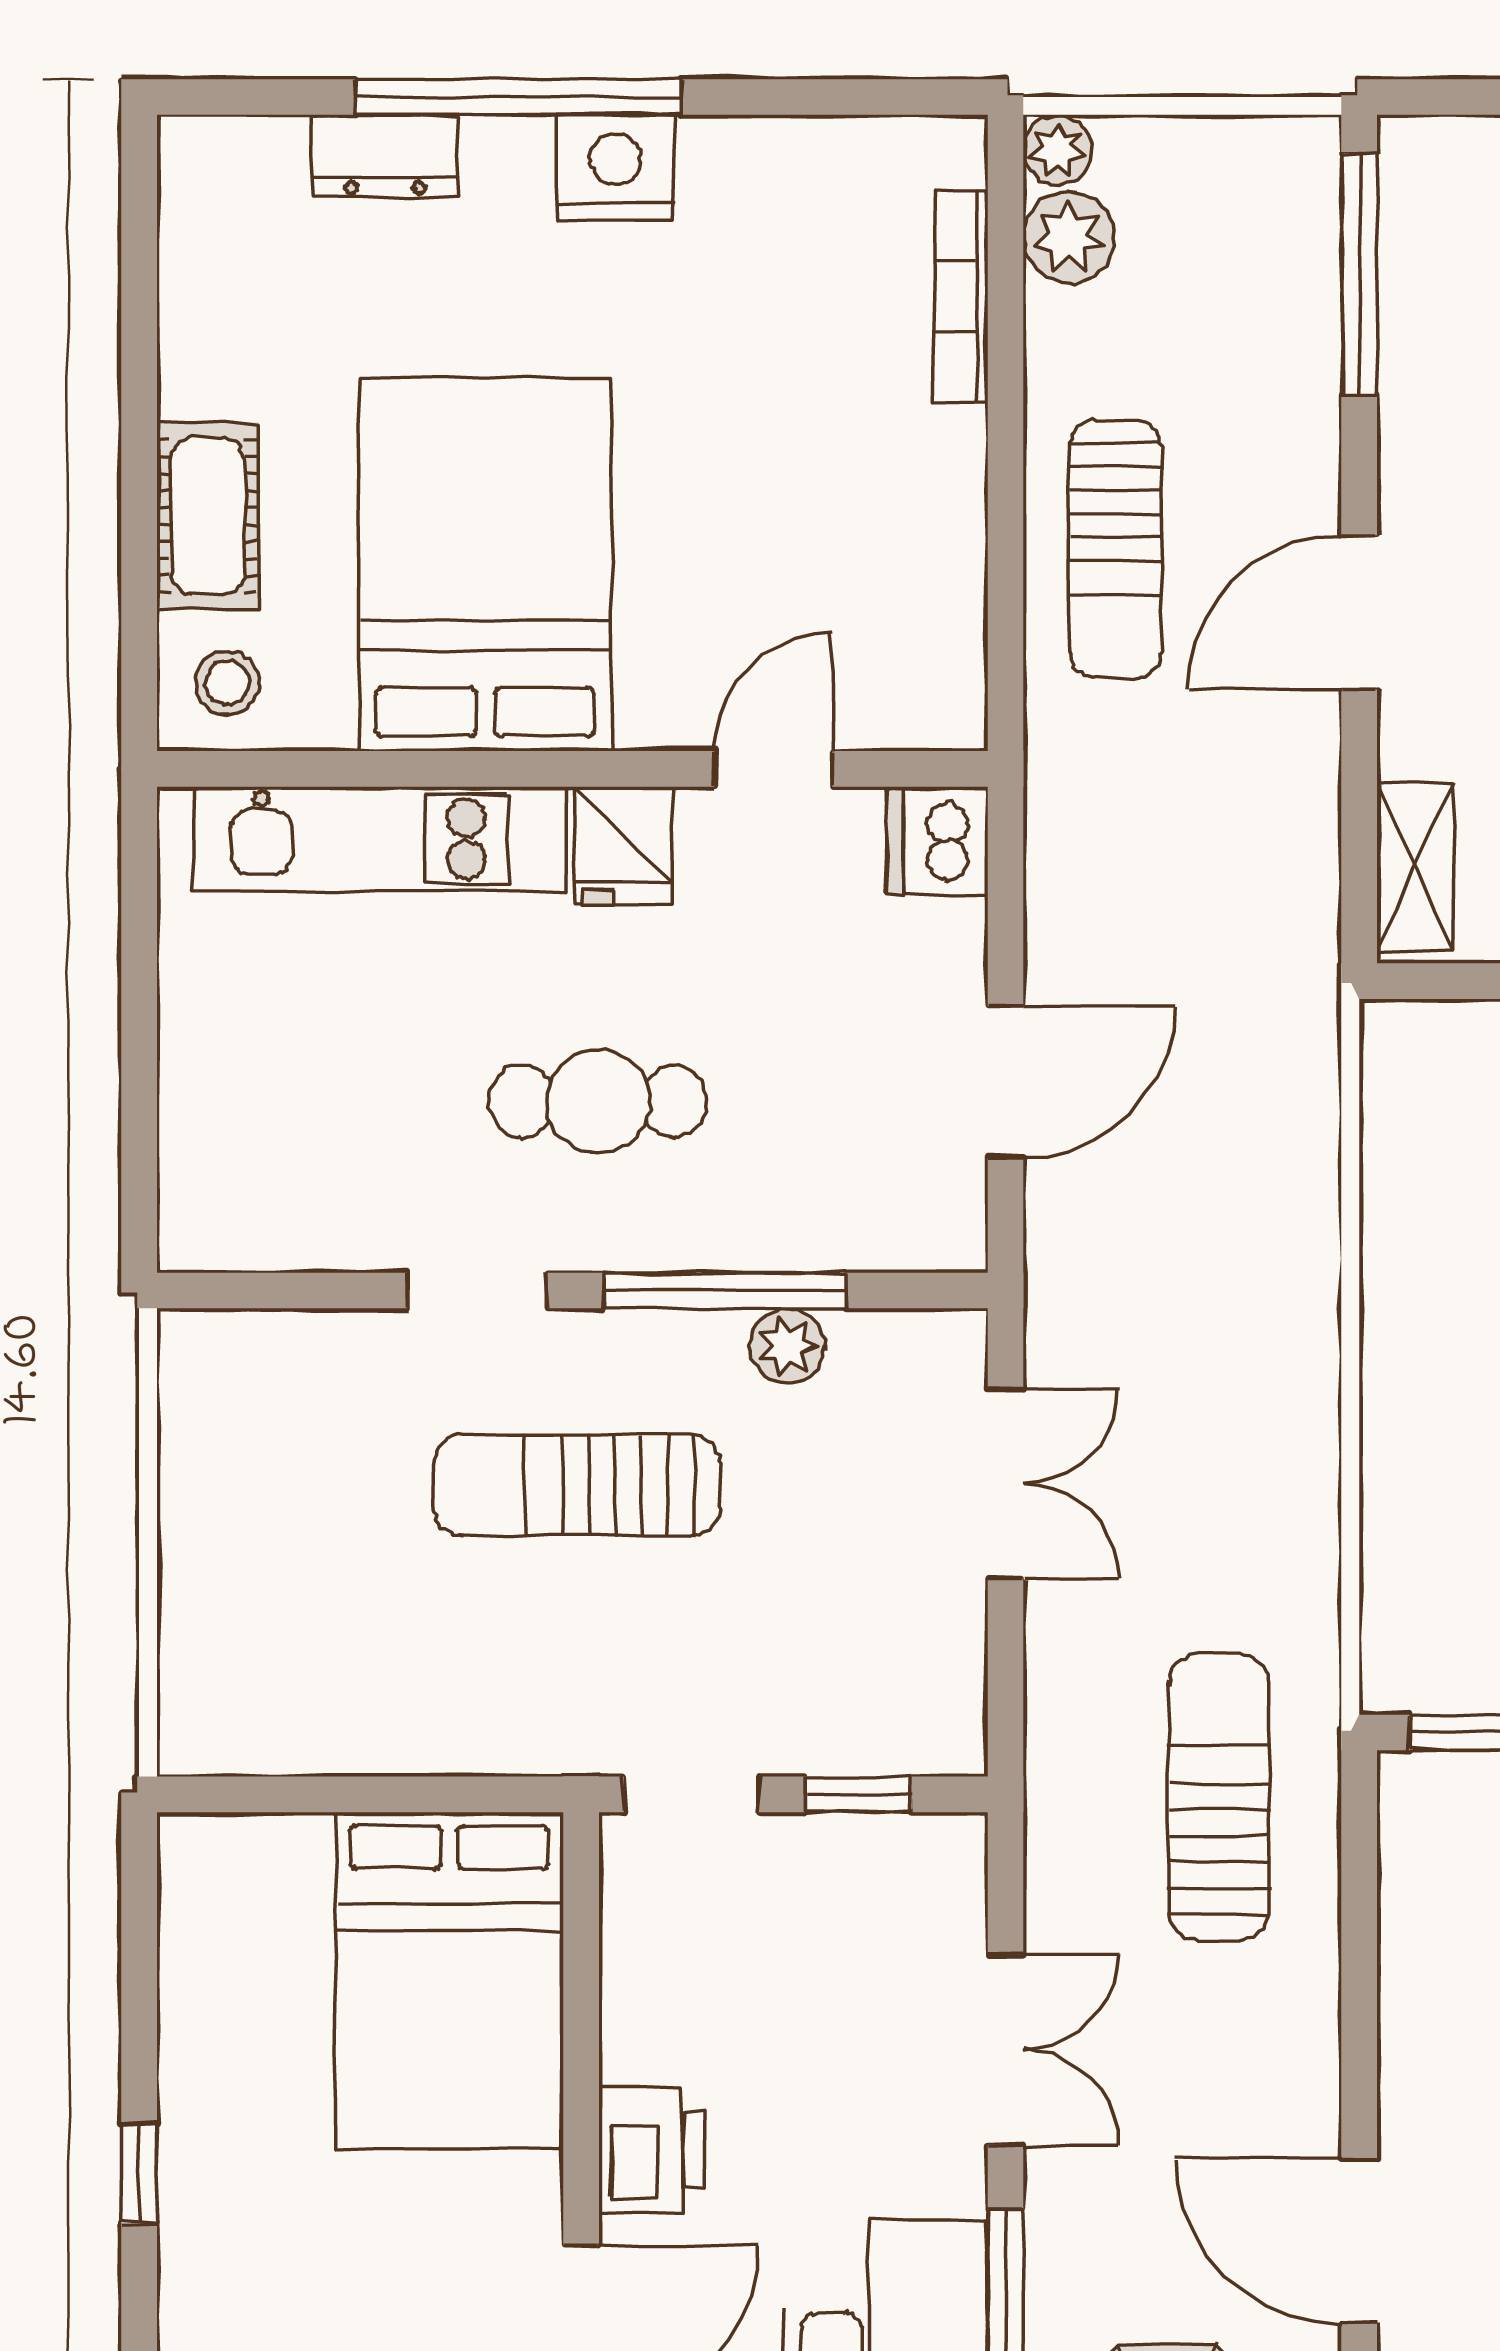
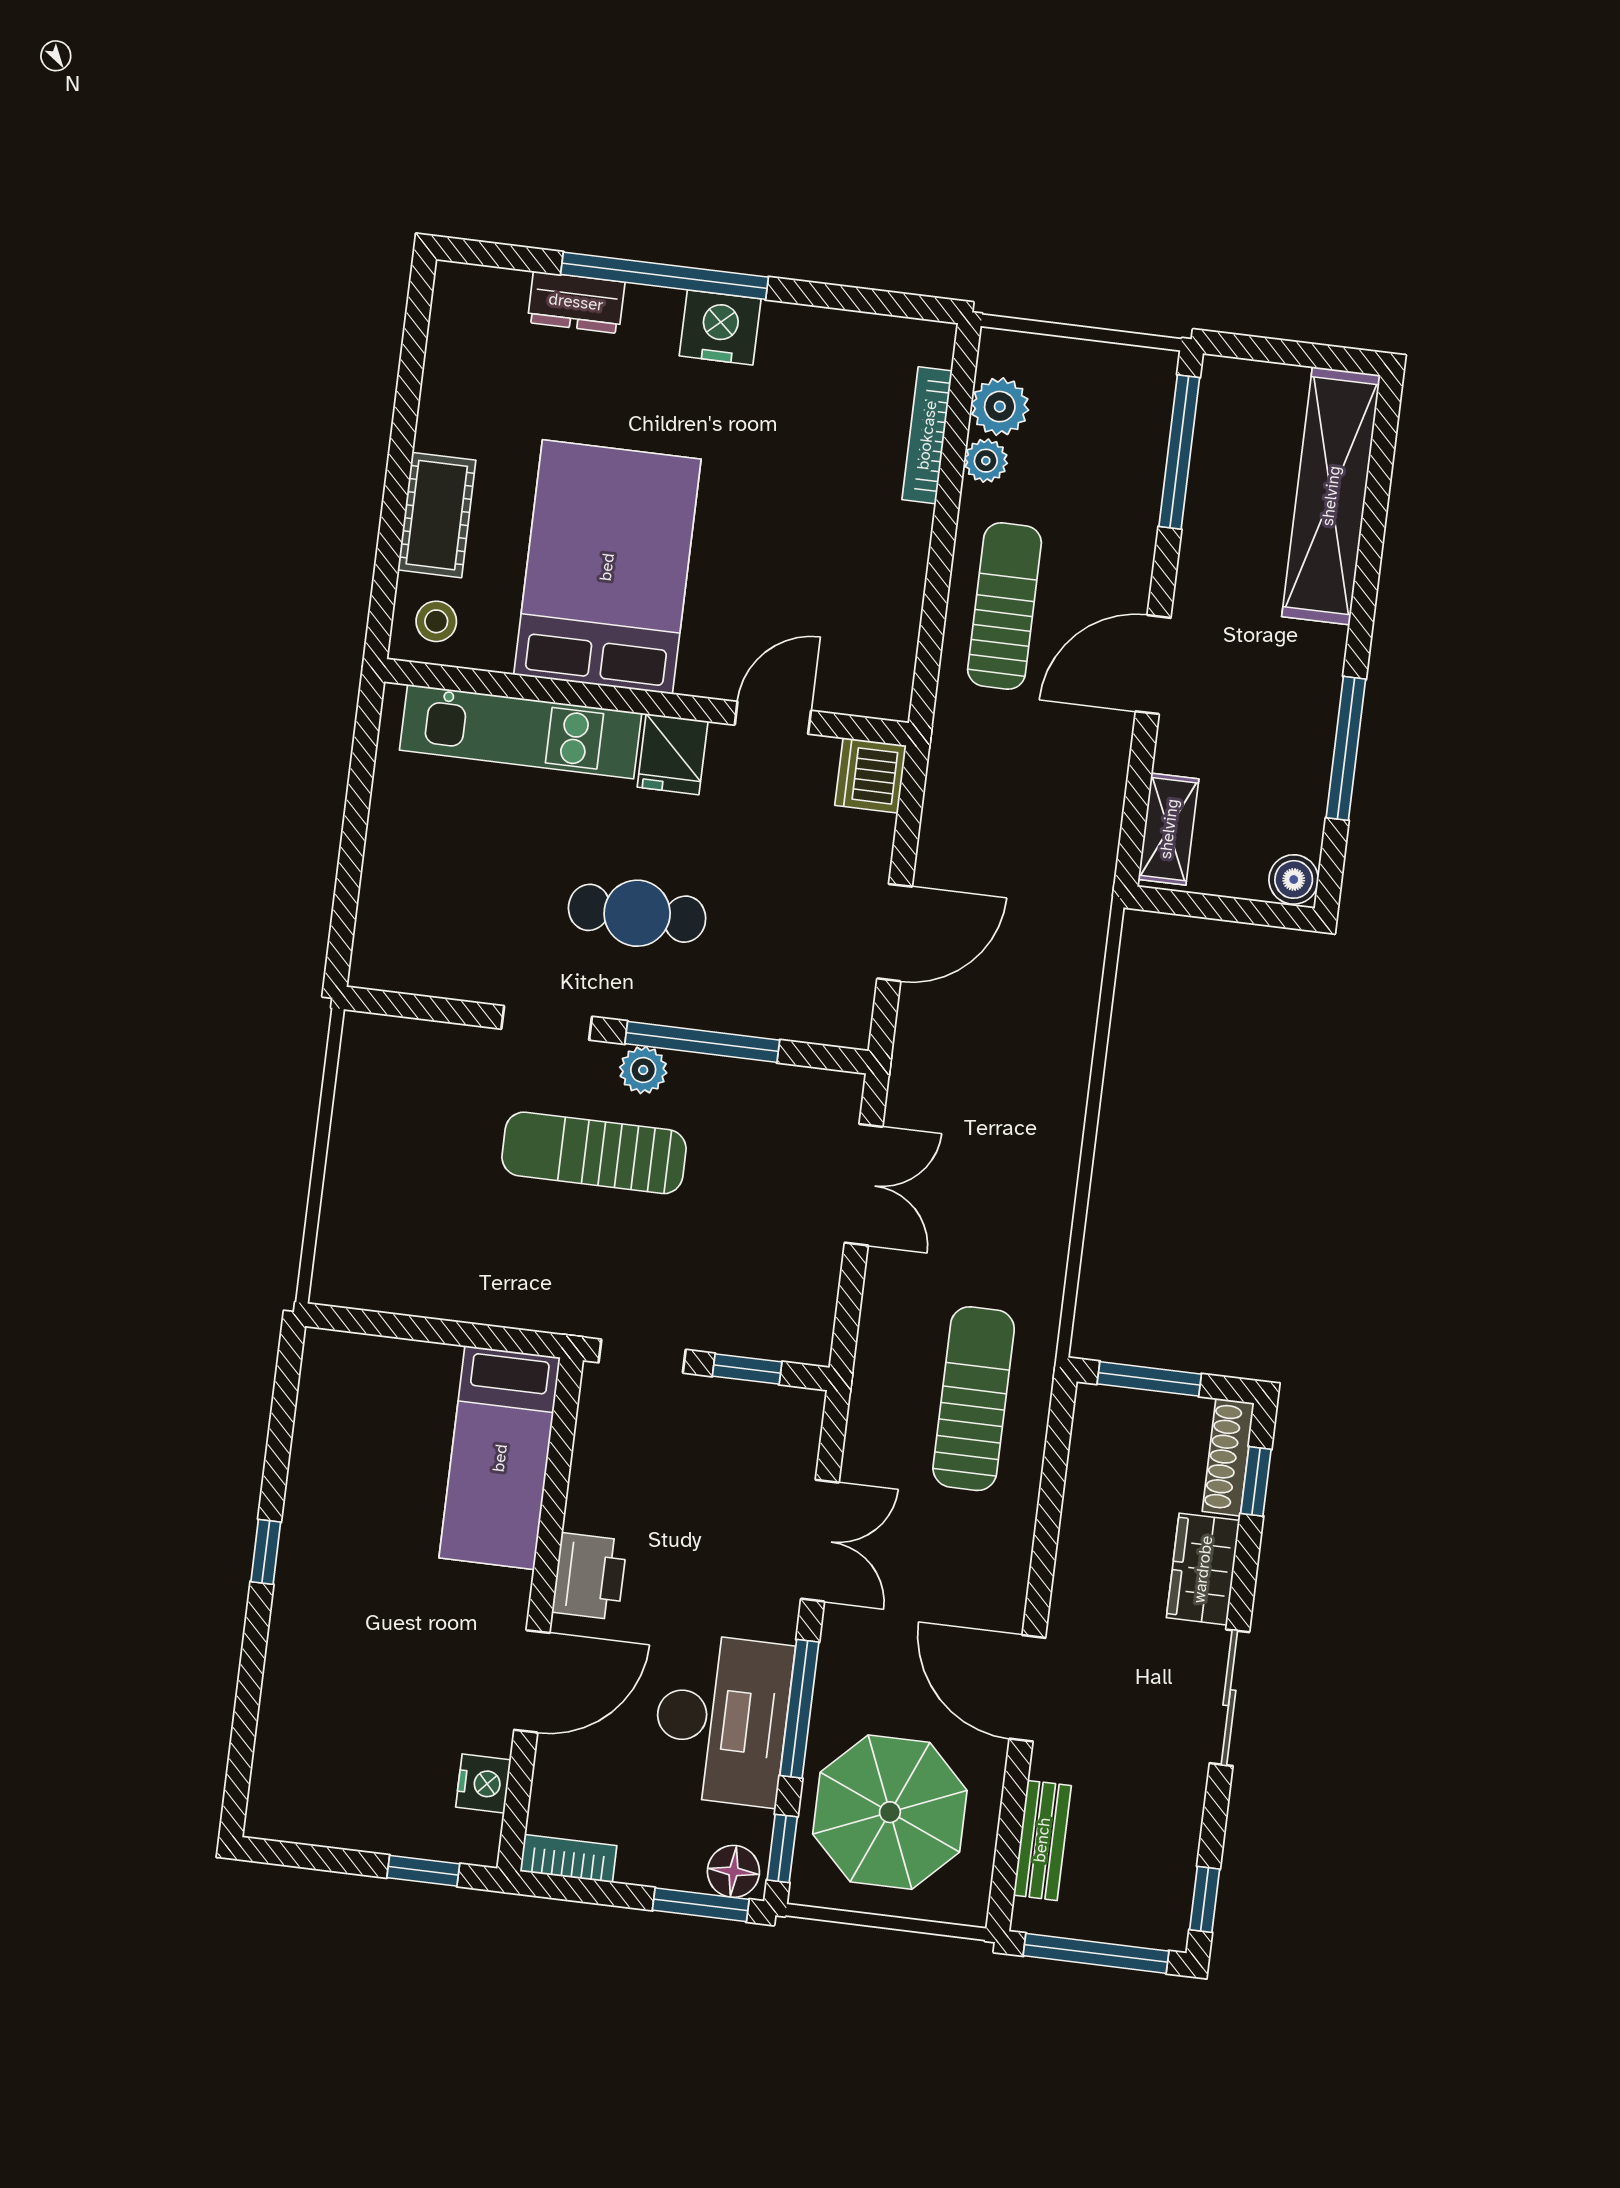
plant: (1058, 150) -> (986, 461), moved
sun lounger: (1115, 549) -> (1004, 606), turned 180
plant: (787, 1346) -> (643, 1070), moved
bed: (450, 1981) -> (500, 1458), width x0.67

